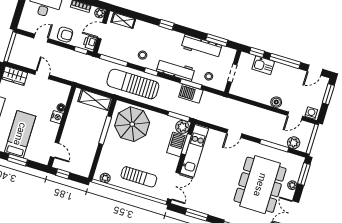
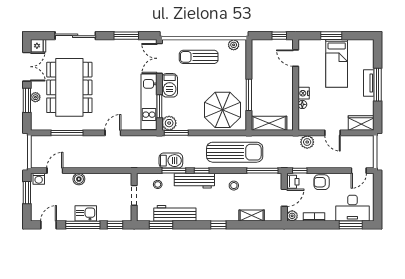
shelving: (123, 21) -> (252, 216), moved
door: (41, 38) -> (359, 171), moved
kitchen sink: (263, 65) -> (86, 213), moved
window: (151, 72) -> (202, 171), moved
window: (328, 94) -> (27, 193), moved
plant: (294, 143) -> (307, 142), moved
barbecue: (177, 144) -> (170, 85), moved
window: (304, 174) -> (27, 100), moved

